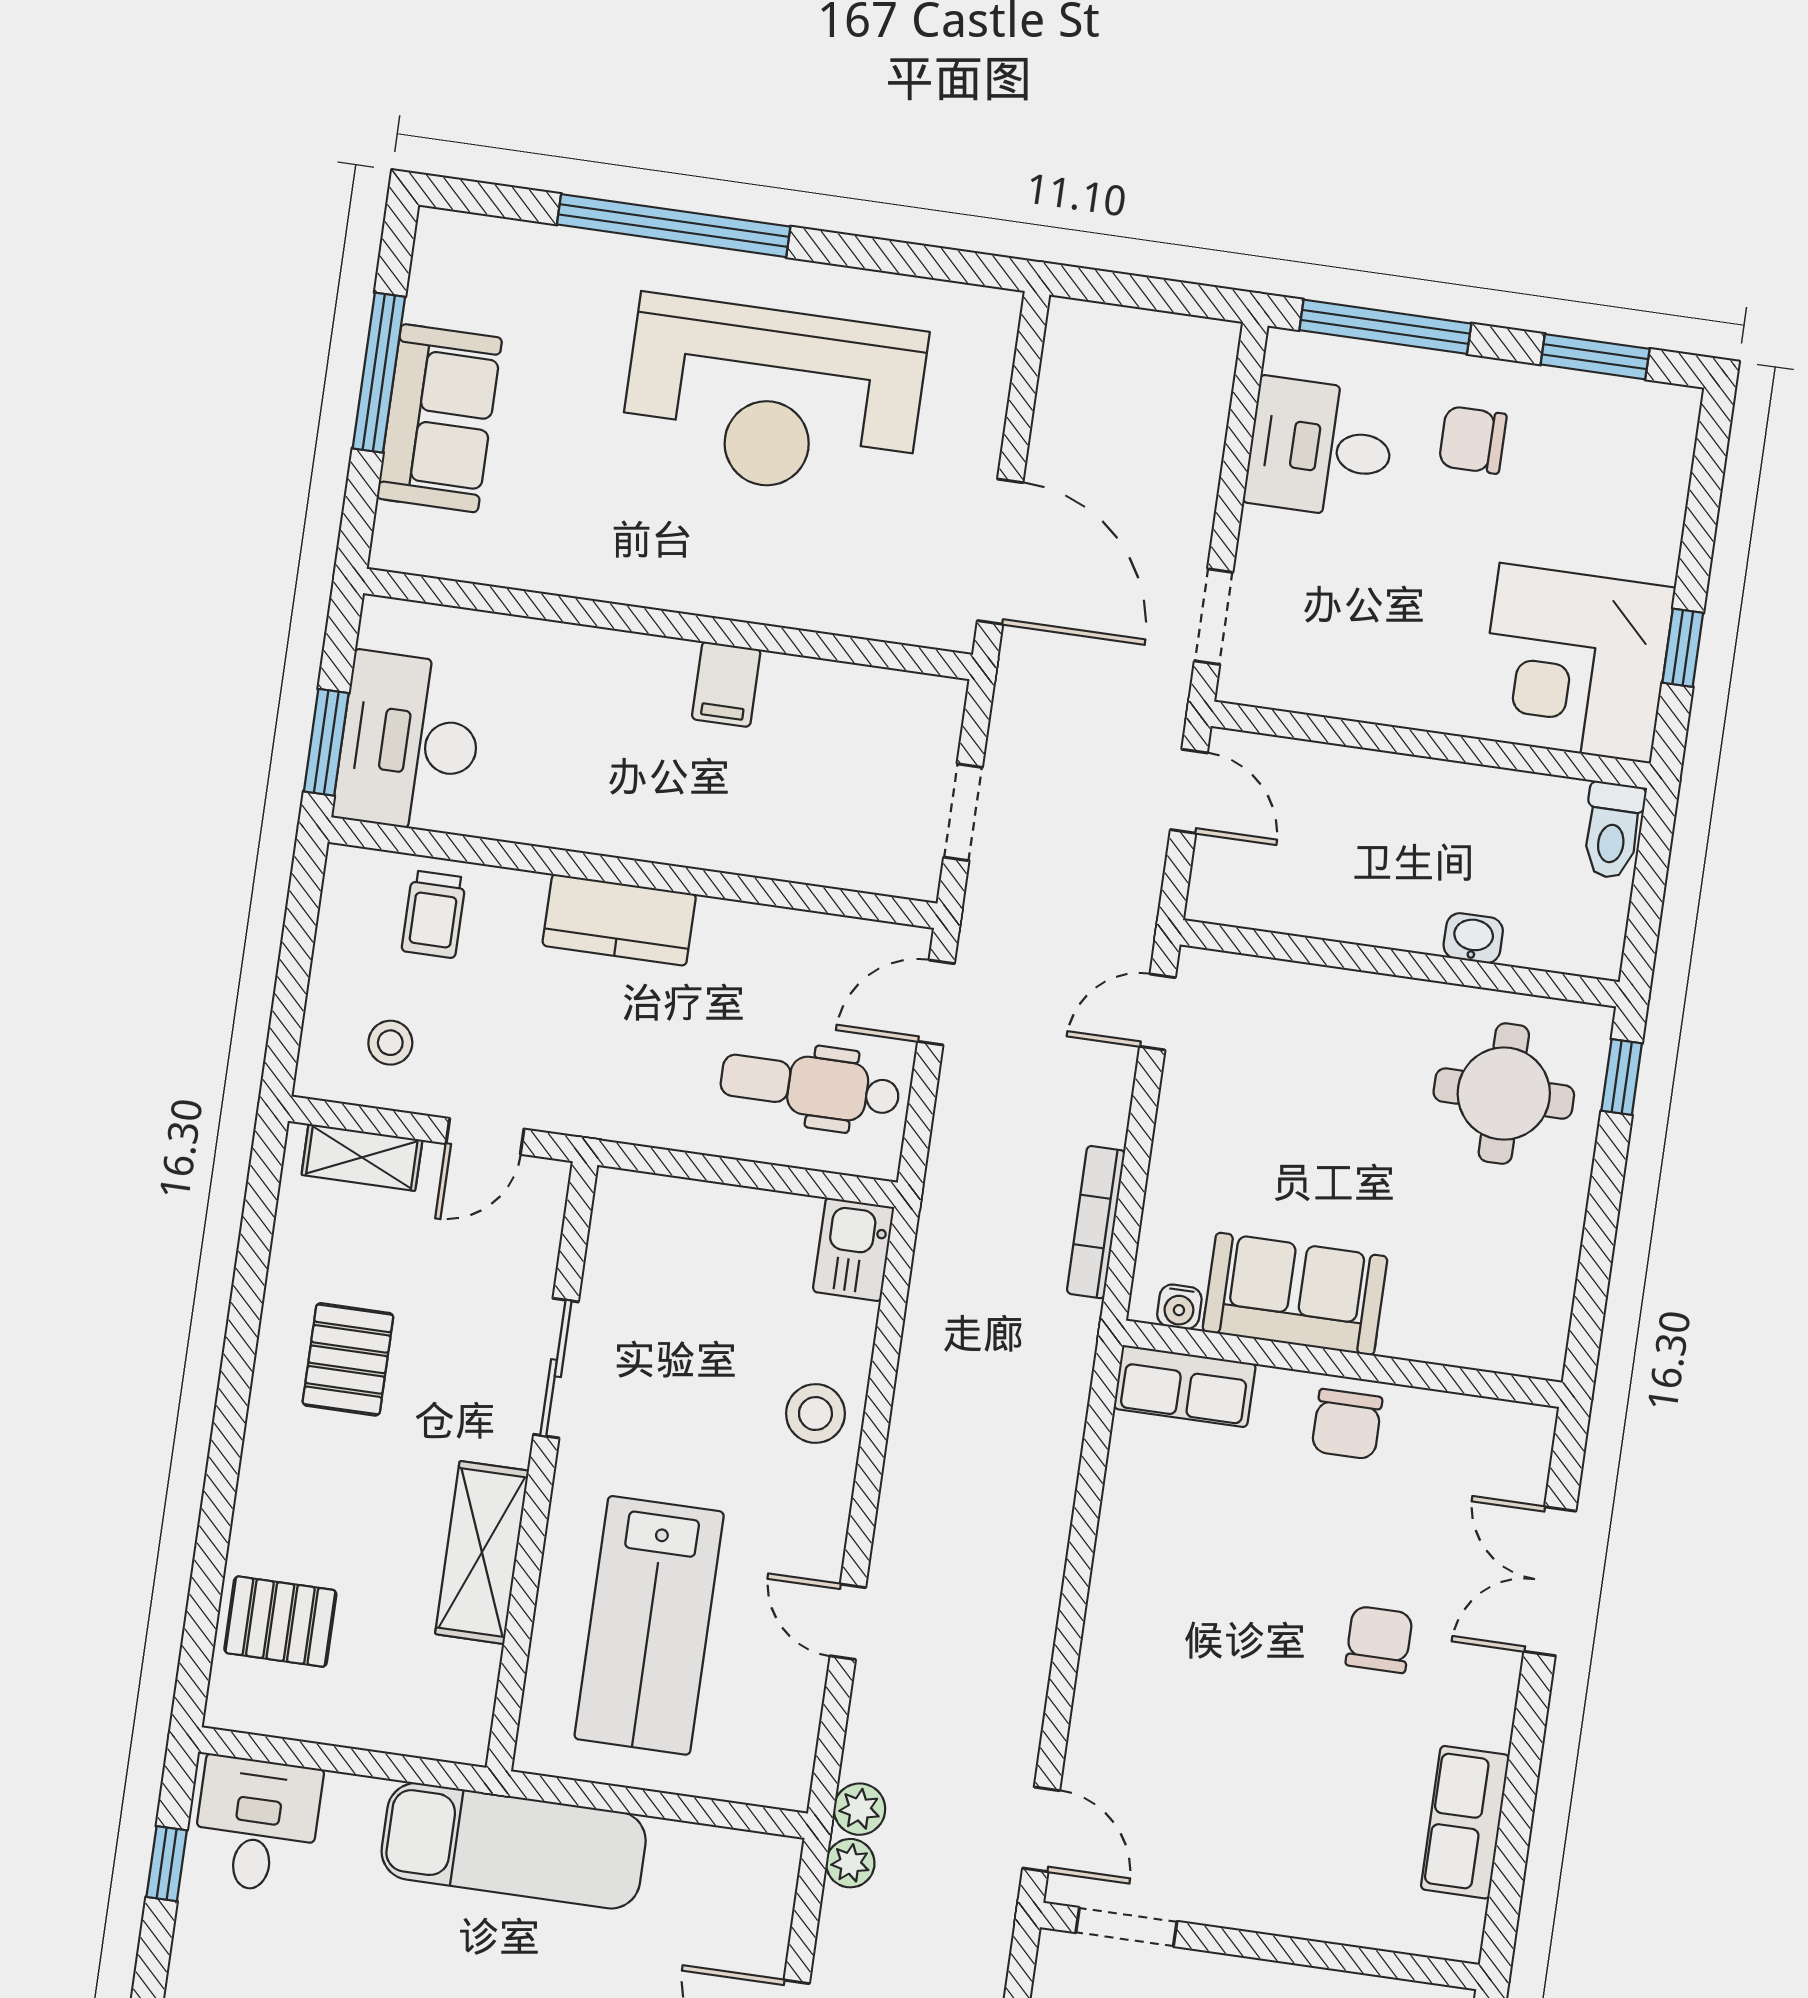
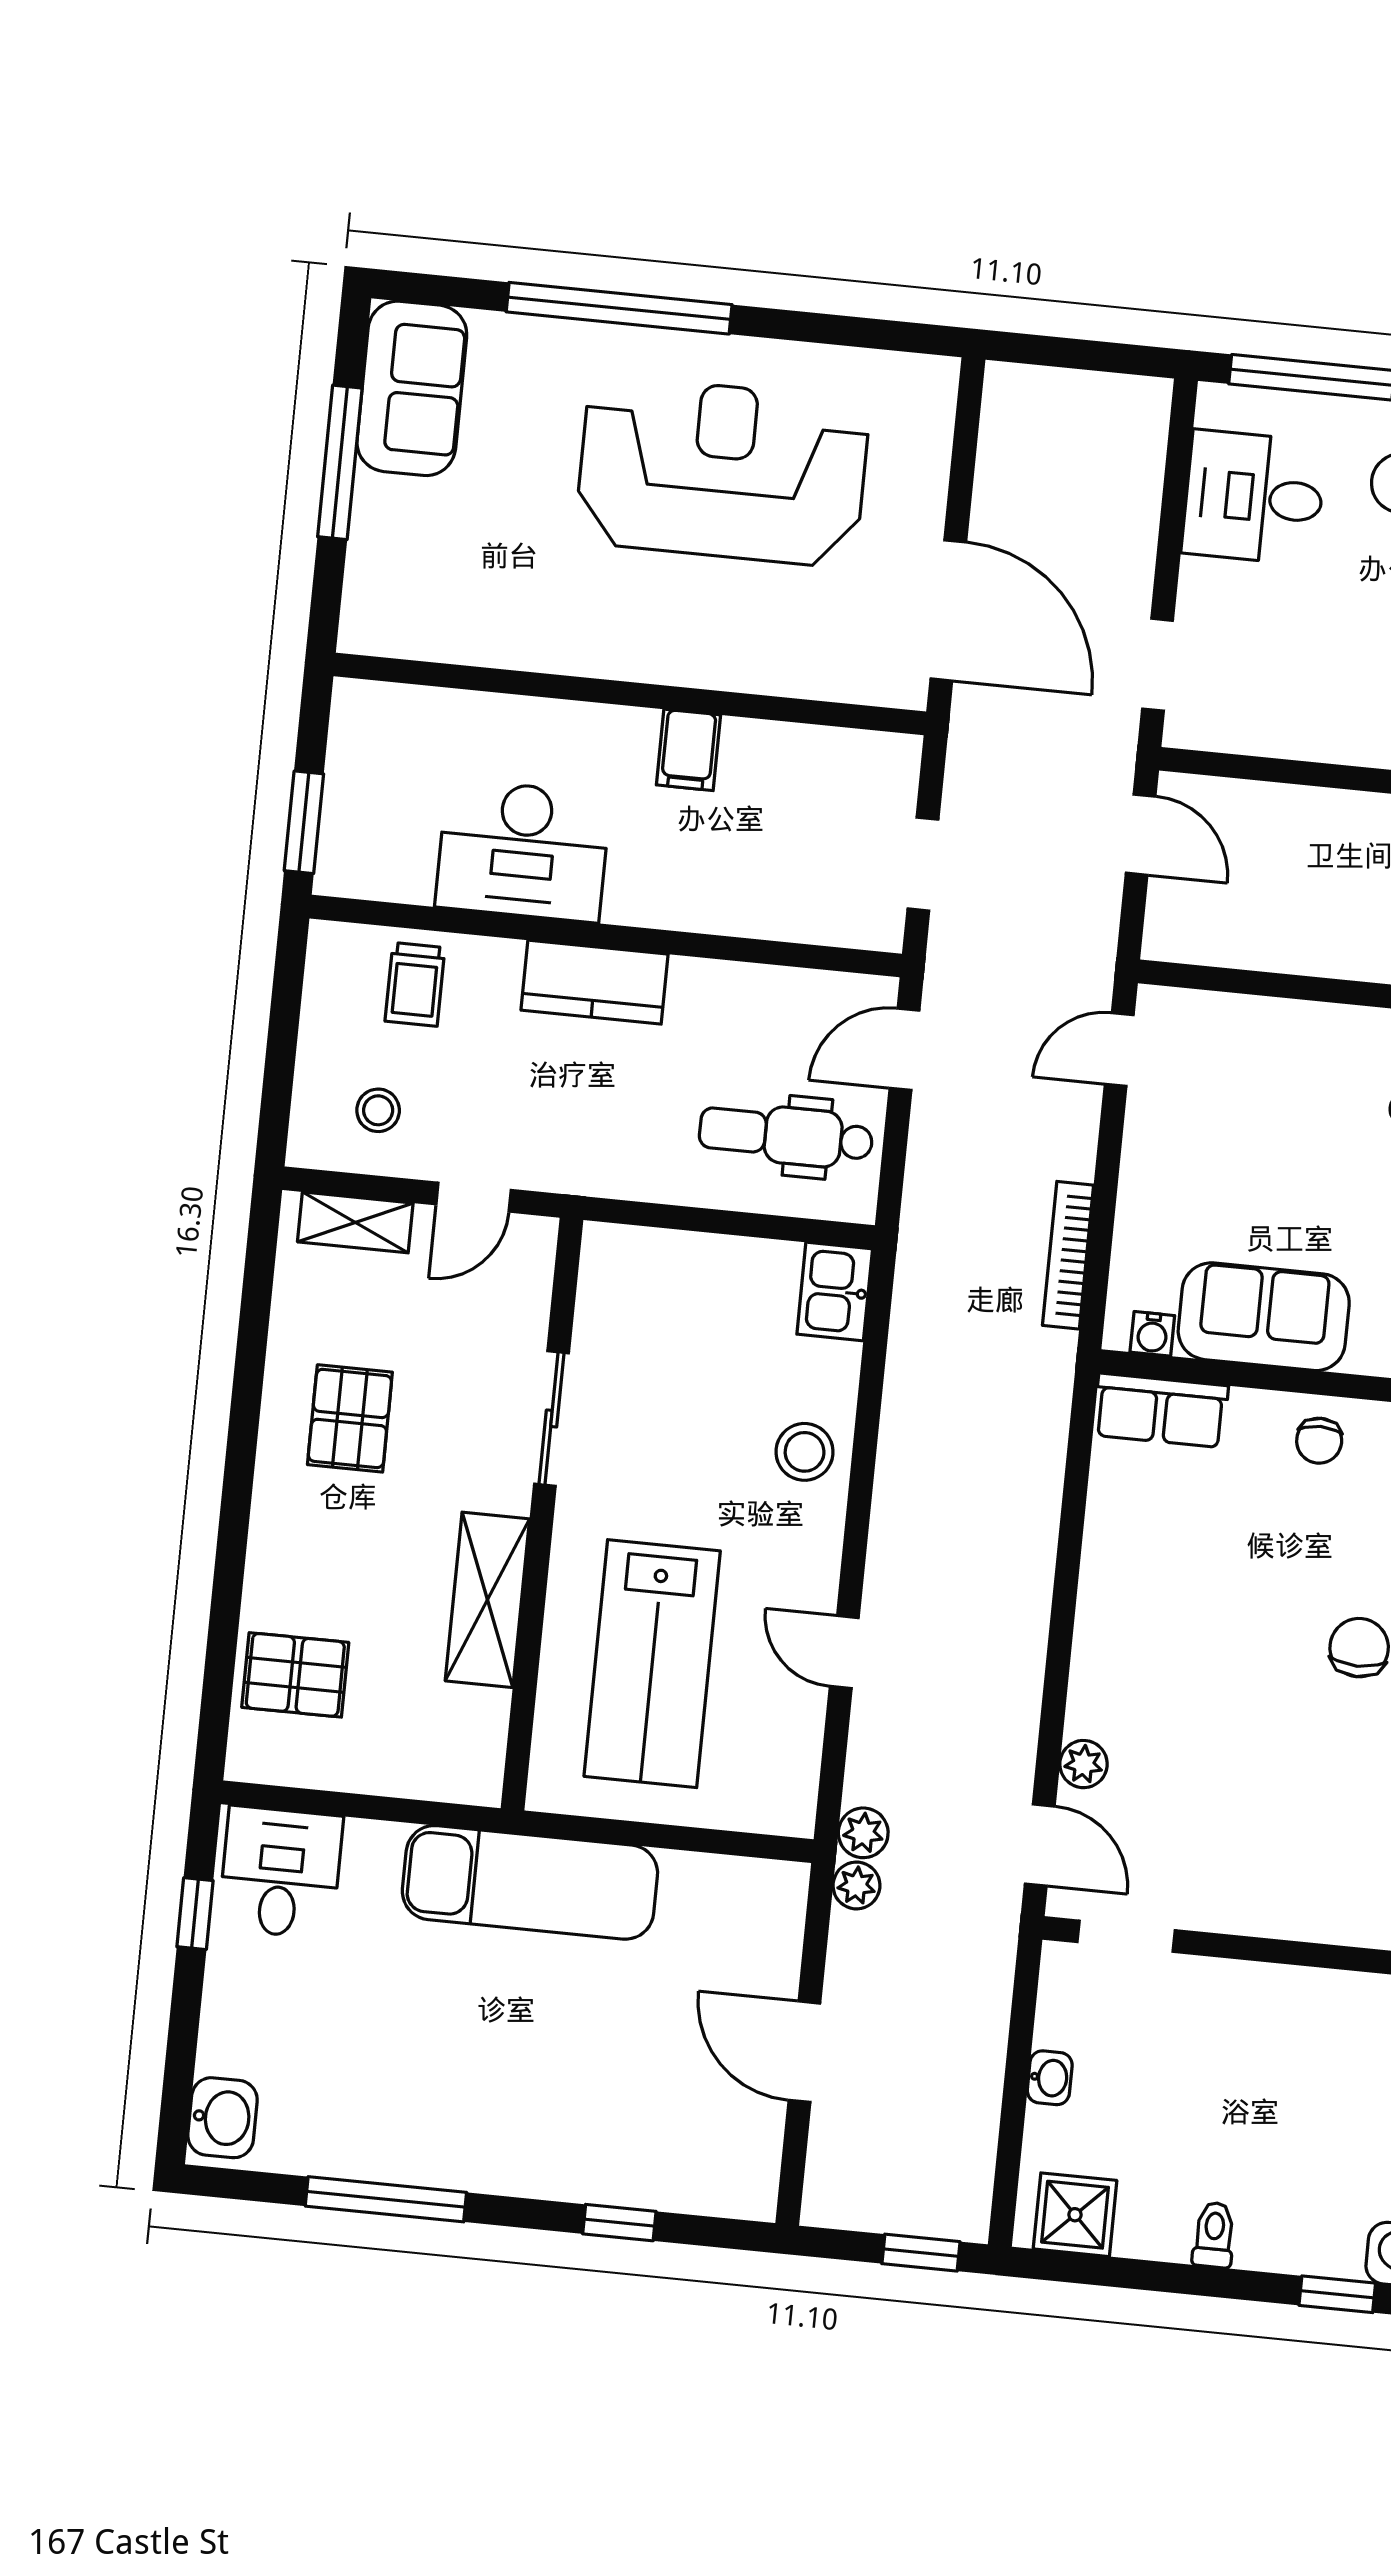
reception desk: (773, 398) -> (722, 471), turned 180
sofa: (439, 418) -> (412, 388), moved
desk: (409, 742) -> (523, 851), moved, turned -90
chair: (1347, 1424) -> (1319, 1441), width x0.73, depth x0.73
plant: (1090, 1748) -> (1083, 1764), added

